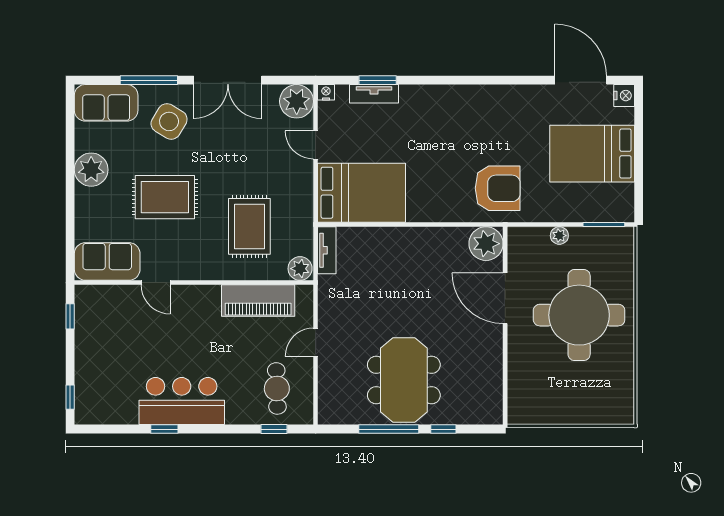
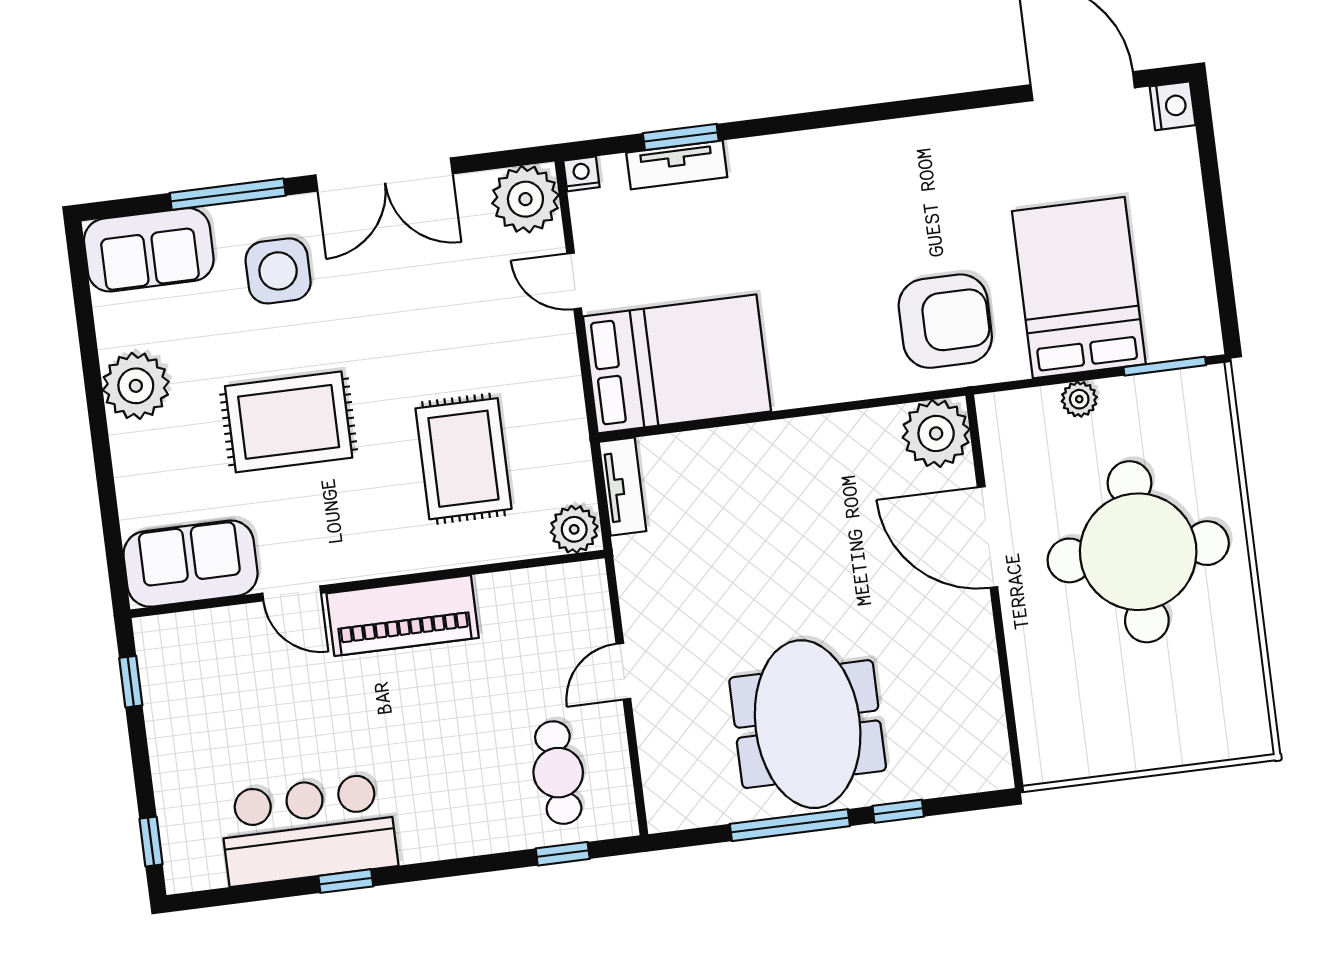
side table: (169, 121) -> (278, 271), turned -31
bed: (592, 154) -> (1079, 288), moved, turned 90
piano: (258, 301) -> (403, 616), moved
bar counter: (182, 401) -> (308, 830), moved

